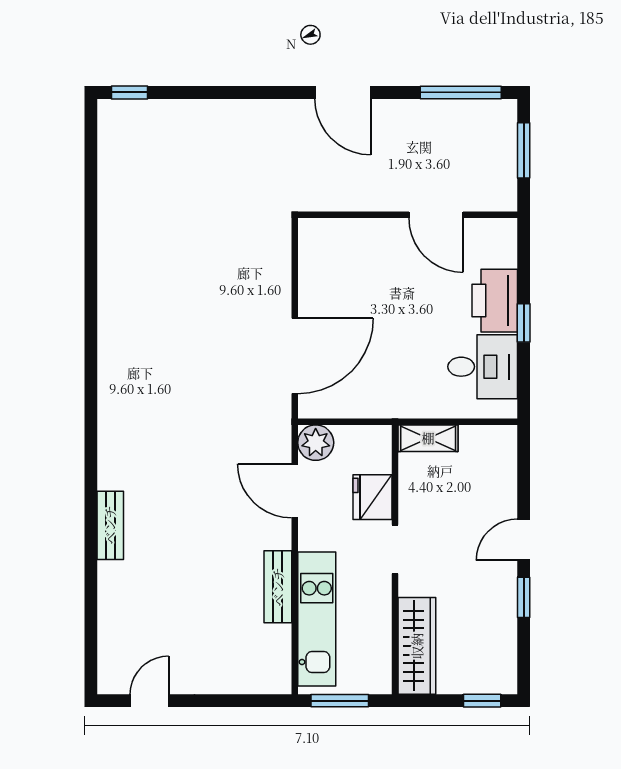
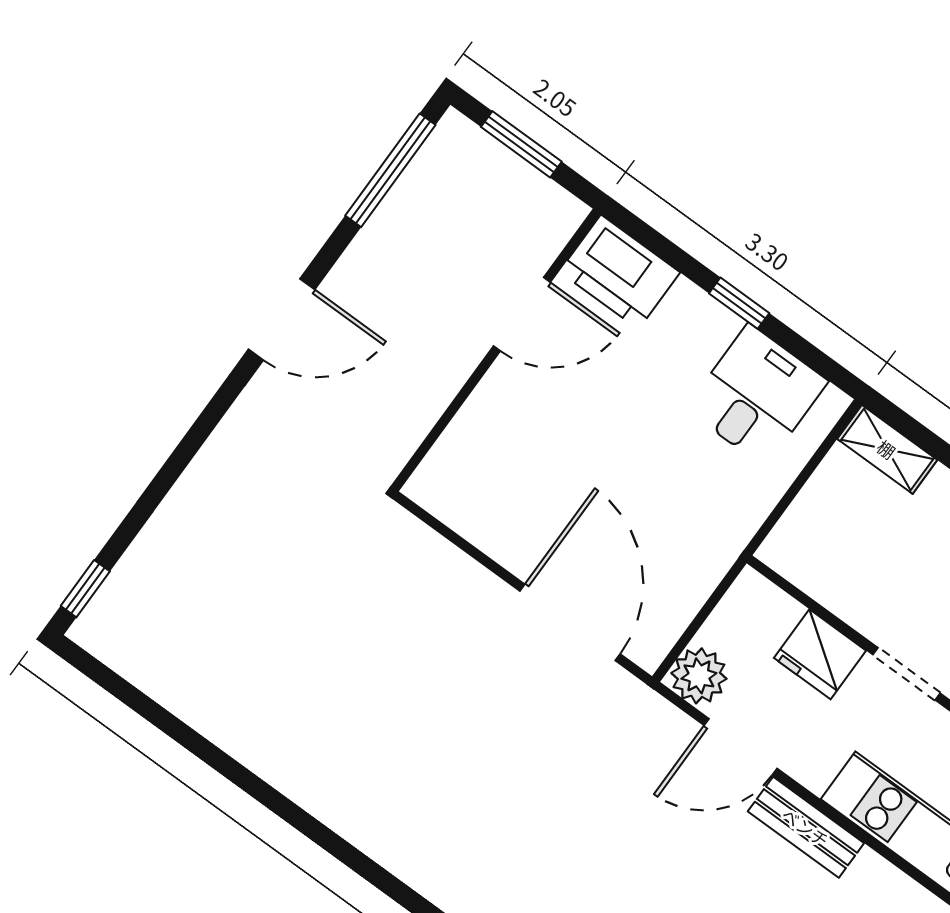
printer: (495, 301) -> (620, 272), moved
shelving: (428, 438) -> (887, 449), moved, turned 90
bench: (278, 587) -> (806, 827), moved

